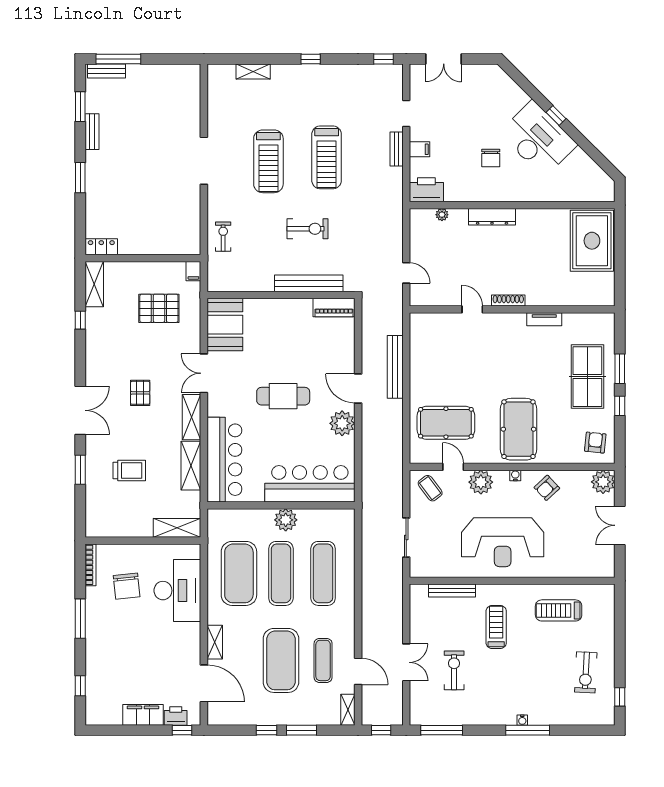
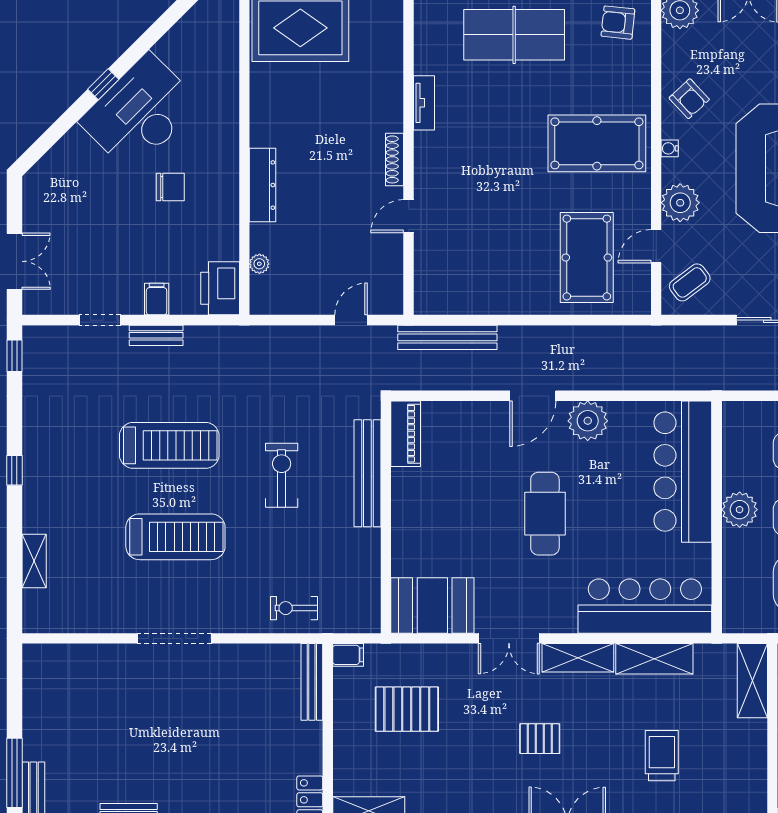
bench: (176, 248) -> (312, 682), added
pallet: (159, 308) -> (407, 709), turned 90
bench: (395, 367) -> (447, 337), moved

